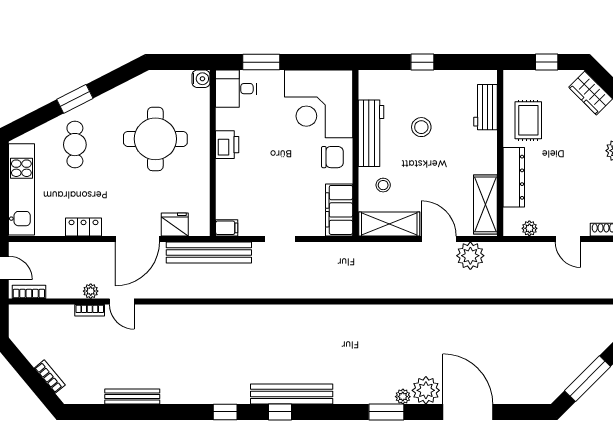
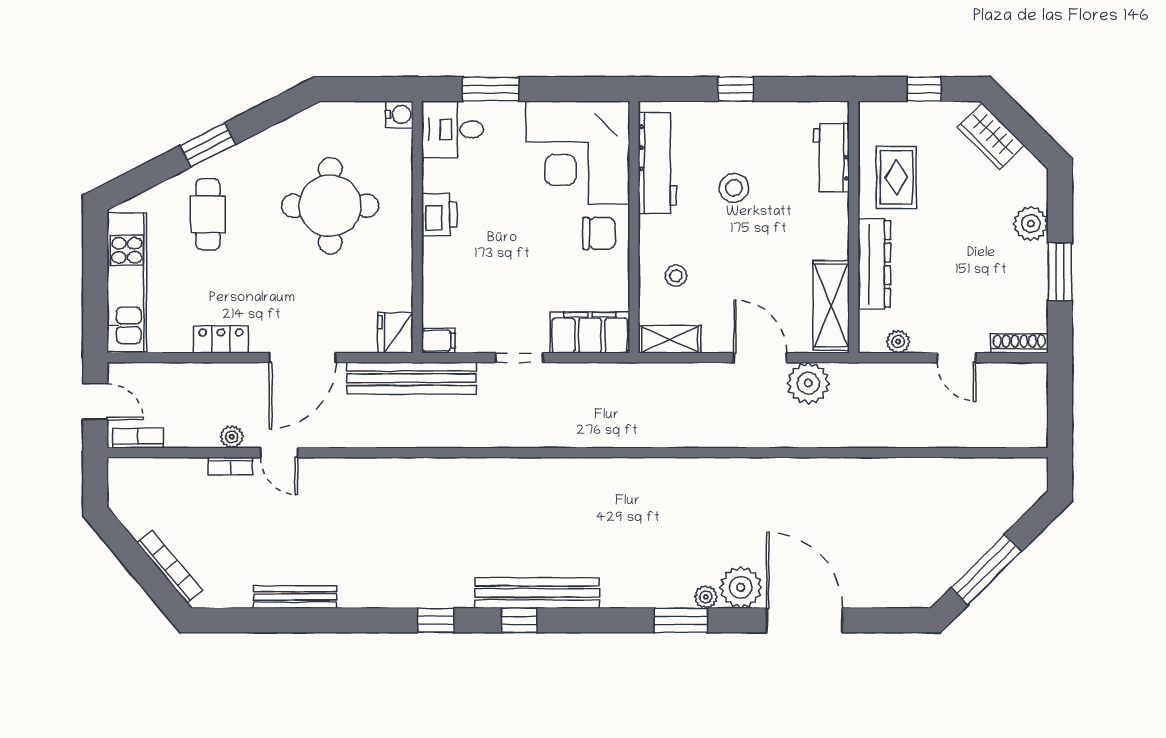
workbench: (371, 133) -> (657, 163), moved
filing cabinet: (339, 210) -> (590, 333), moved, turned 90
fridge: (175, 224) -> (395, 333), moved, turned -90
shelving: (389, 224) -> (670, 339), width x0.67, depth x0.75
bookcase: (50, 377) -> (170, 567), width x1.56

